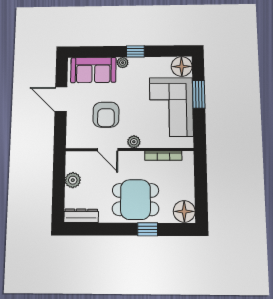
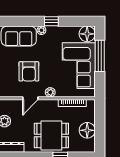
window: (199, 94) -> (100, 56), width x1.44
door: (108, 150) -> (30, 98), hinge flipped
floor lamp: (184, 211) -> (87, 130), moved

